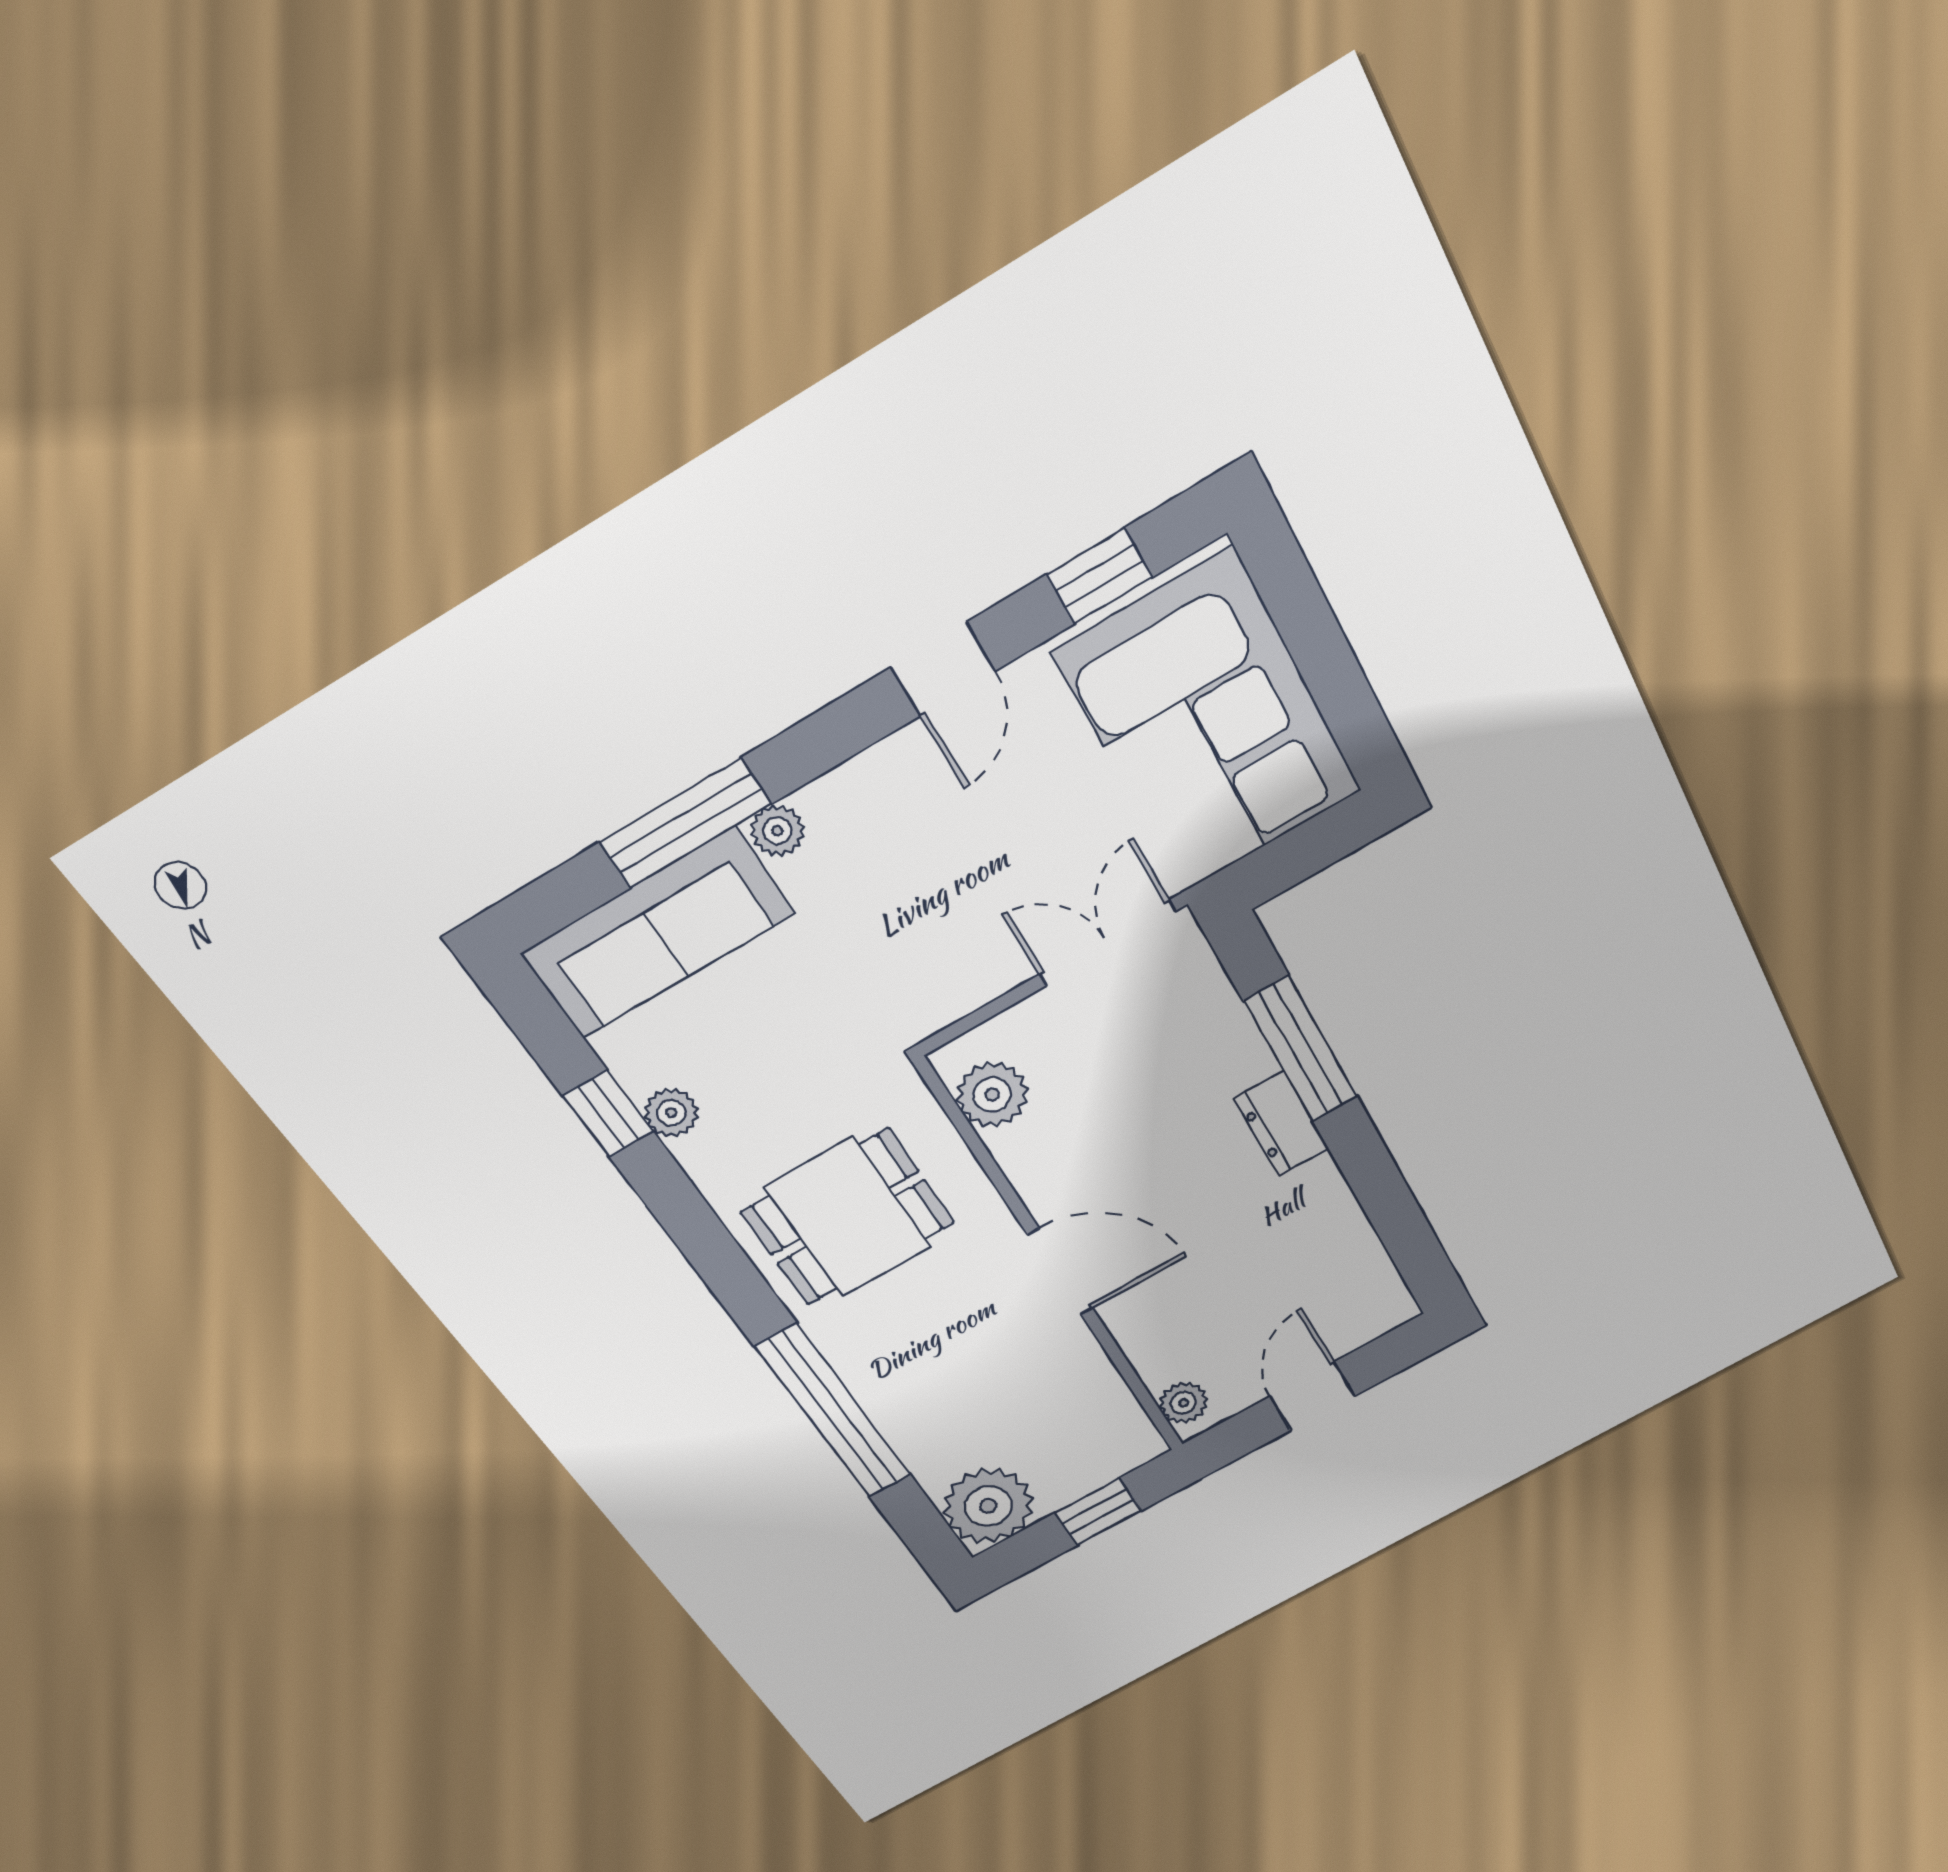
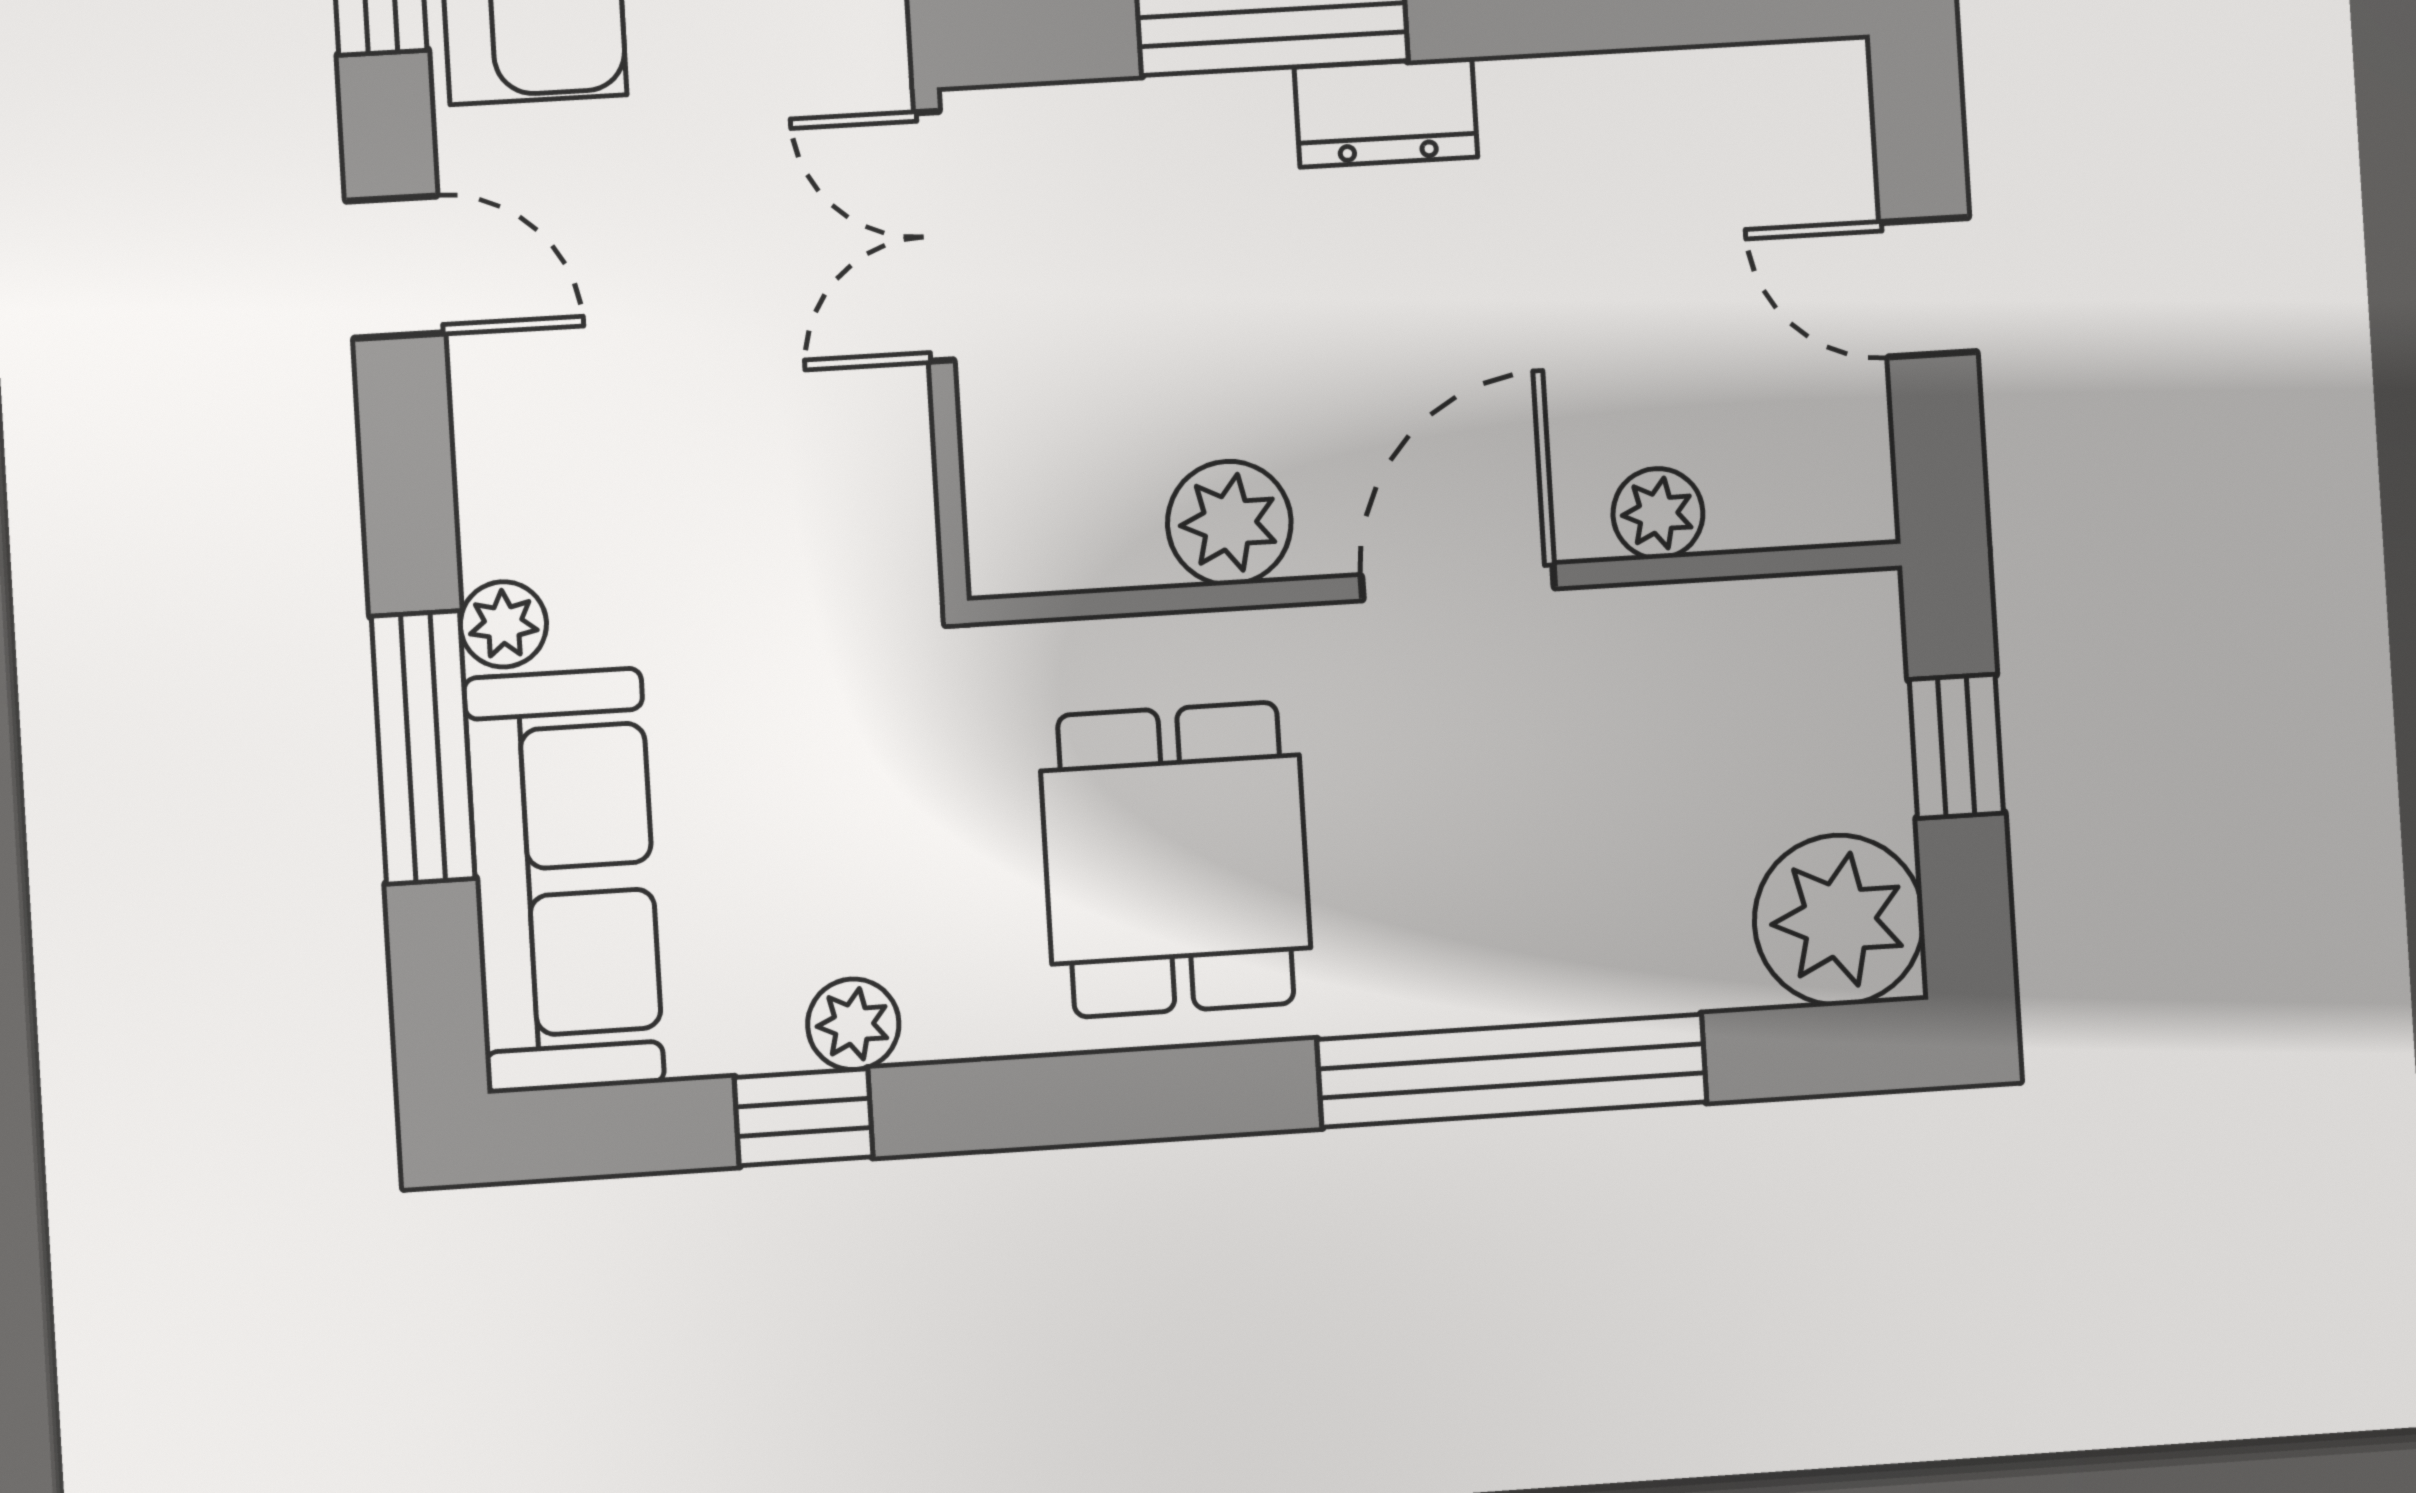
plant: (992, 1095) -> (1229, 523), moved
plant: (1184, 1403) -> (1658, 513), moved

